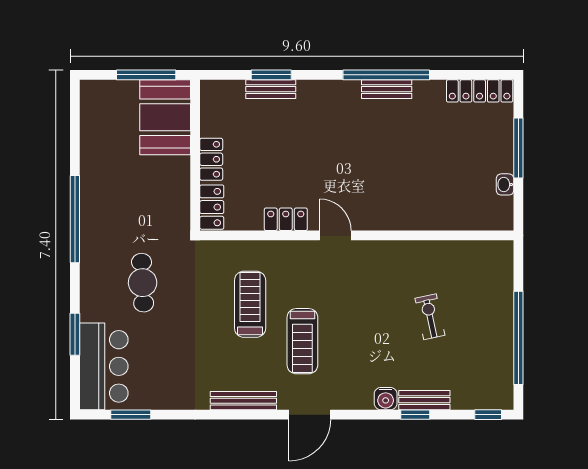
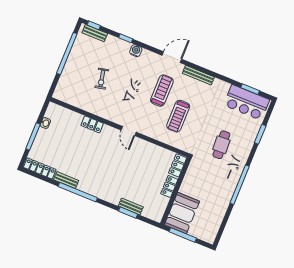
bench: (387, 89) -> (66, 180), moved
locker: (286, 219) -> (92, 124), moved
bar counter: (104, 366) -> (247, 102), moved, turned -90
bench: (424, 400) -> (95, 33), moved

